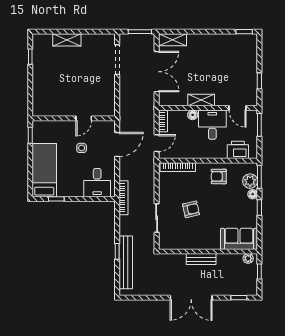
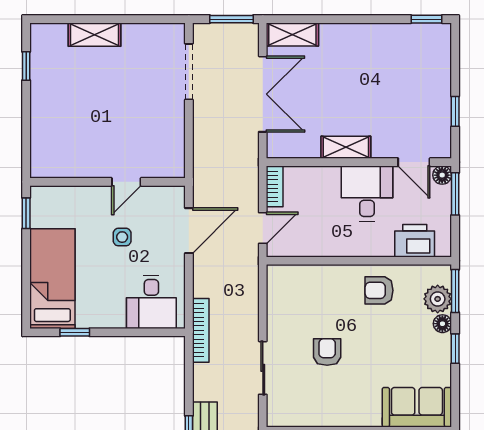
floor lamp: (193, 115) -> (442, 175), moved
bookcase: (178, 167) -> (302, 273), removed
armchair: (191, 209) -> (327, 352), turned -77

